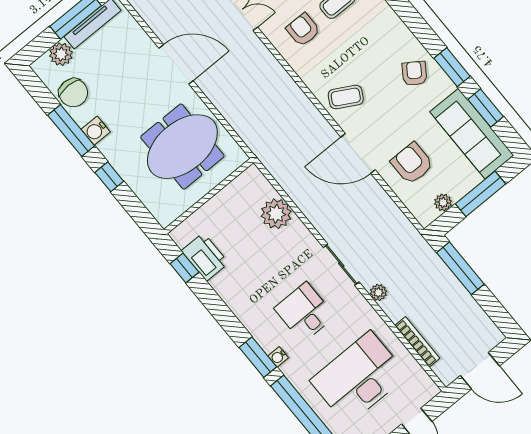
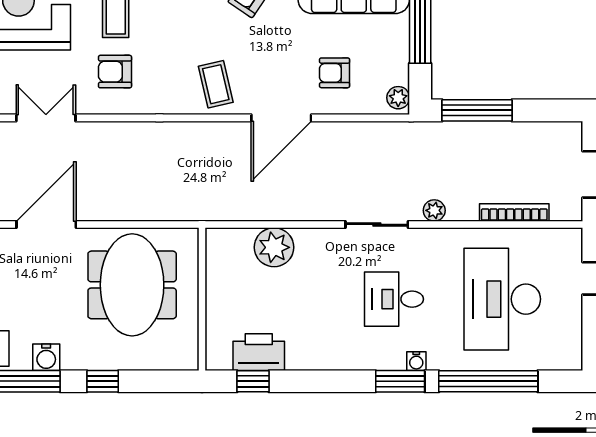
coffee table: (346, 97) -> (216, 84), turned -42
armchair: (412, 163) -> (335, 73), width x0.72, depth x0.72
plant: (443, 202) -> (398, 98), moved

